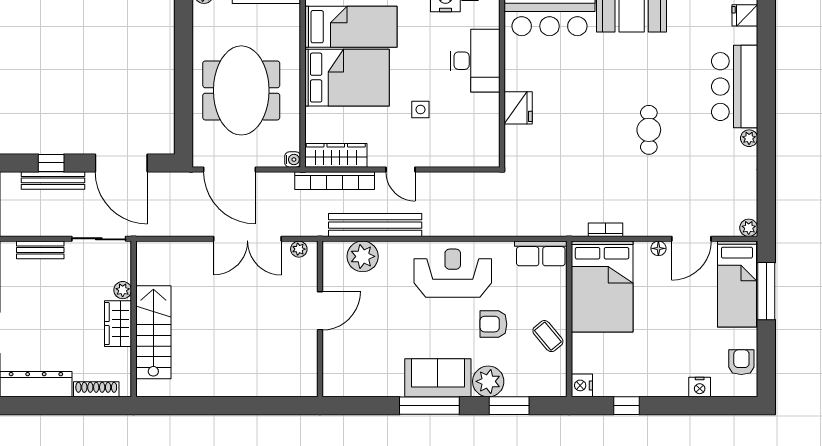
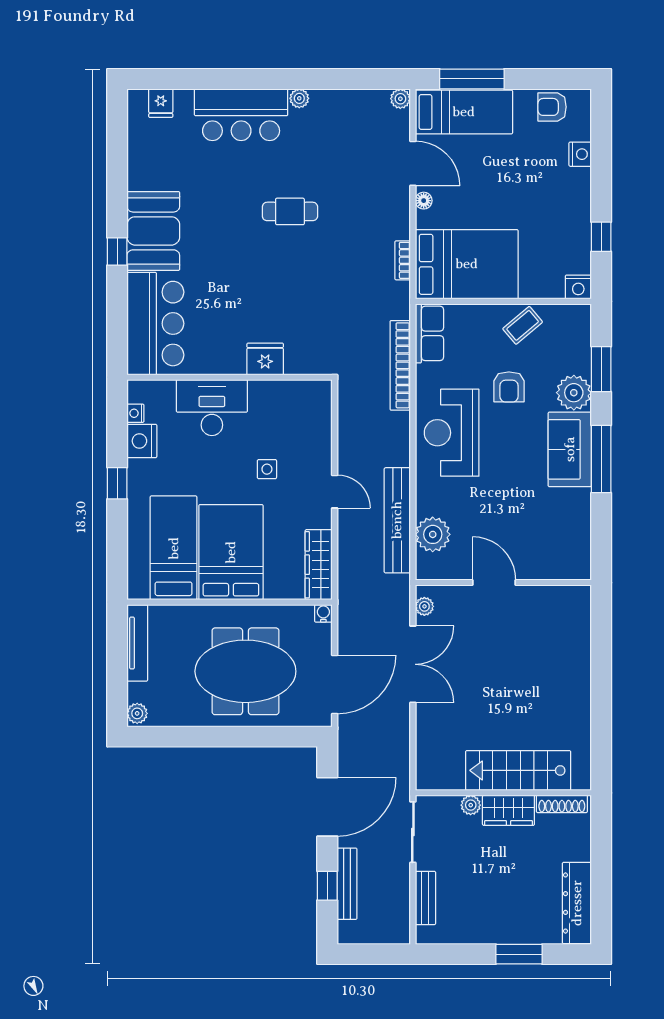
door: (401, 169) -> (335, 492), hinge flipped
bookcase: (335, 181) -> (400, 365), moved, turned 180
shoe rack: (96, 389) -> (562, 804), moved, turned -90

